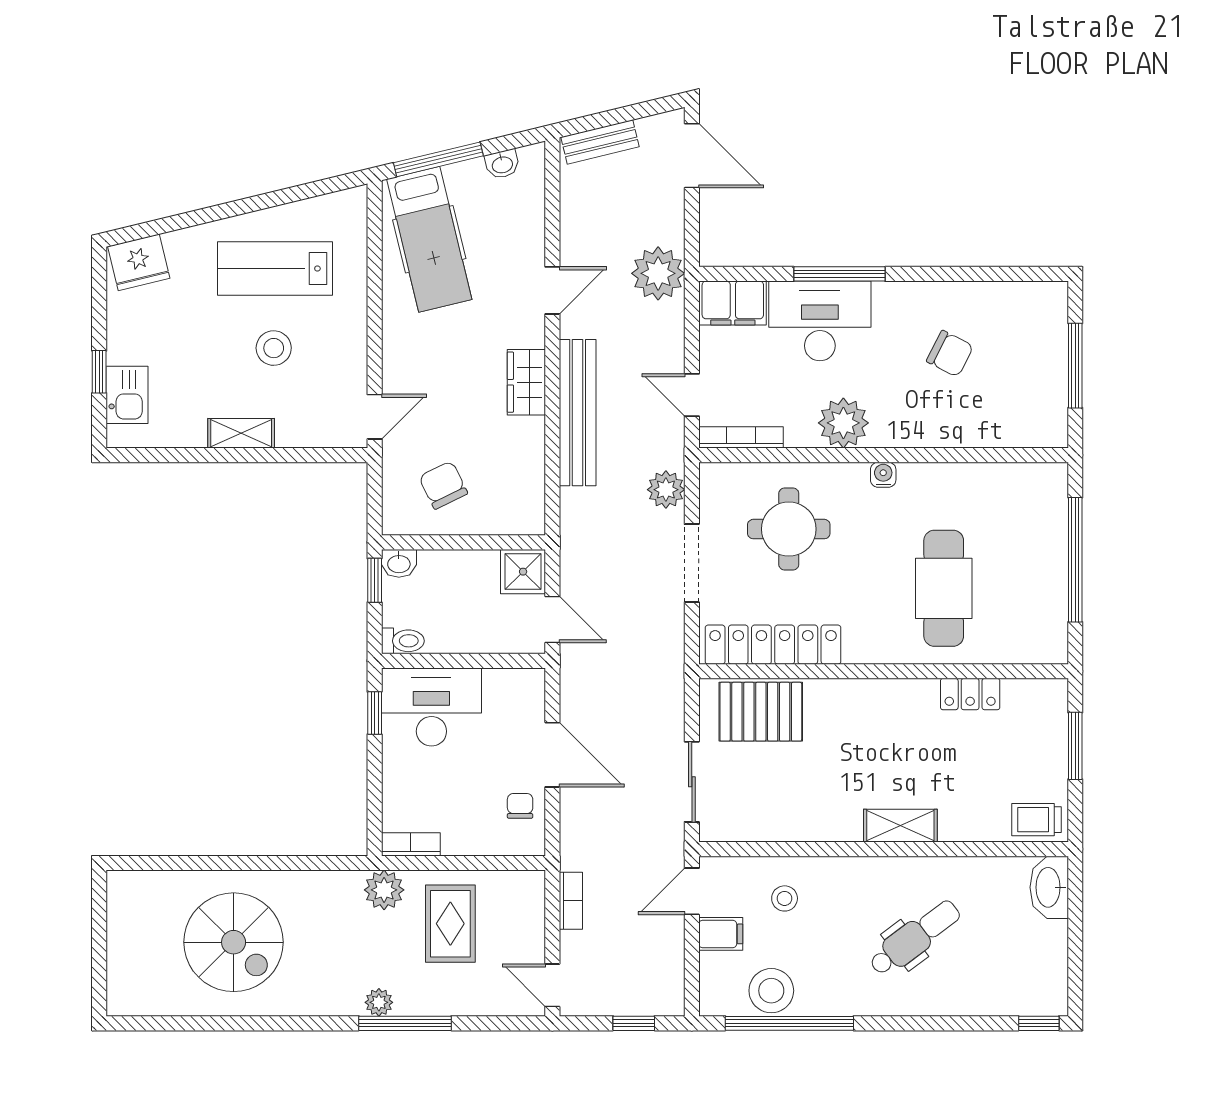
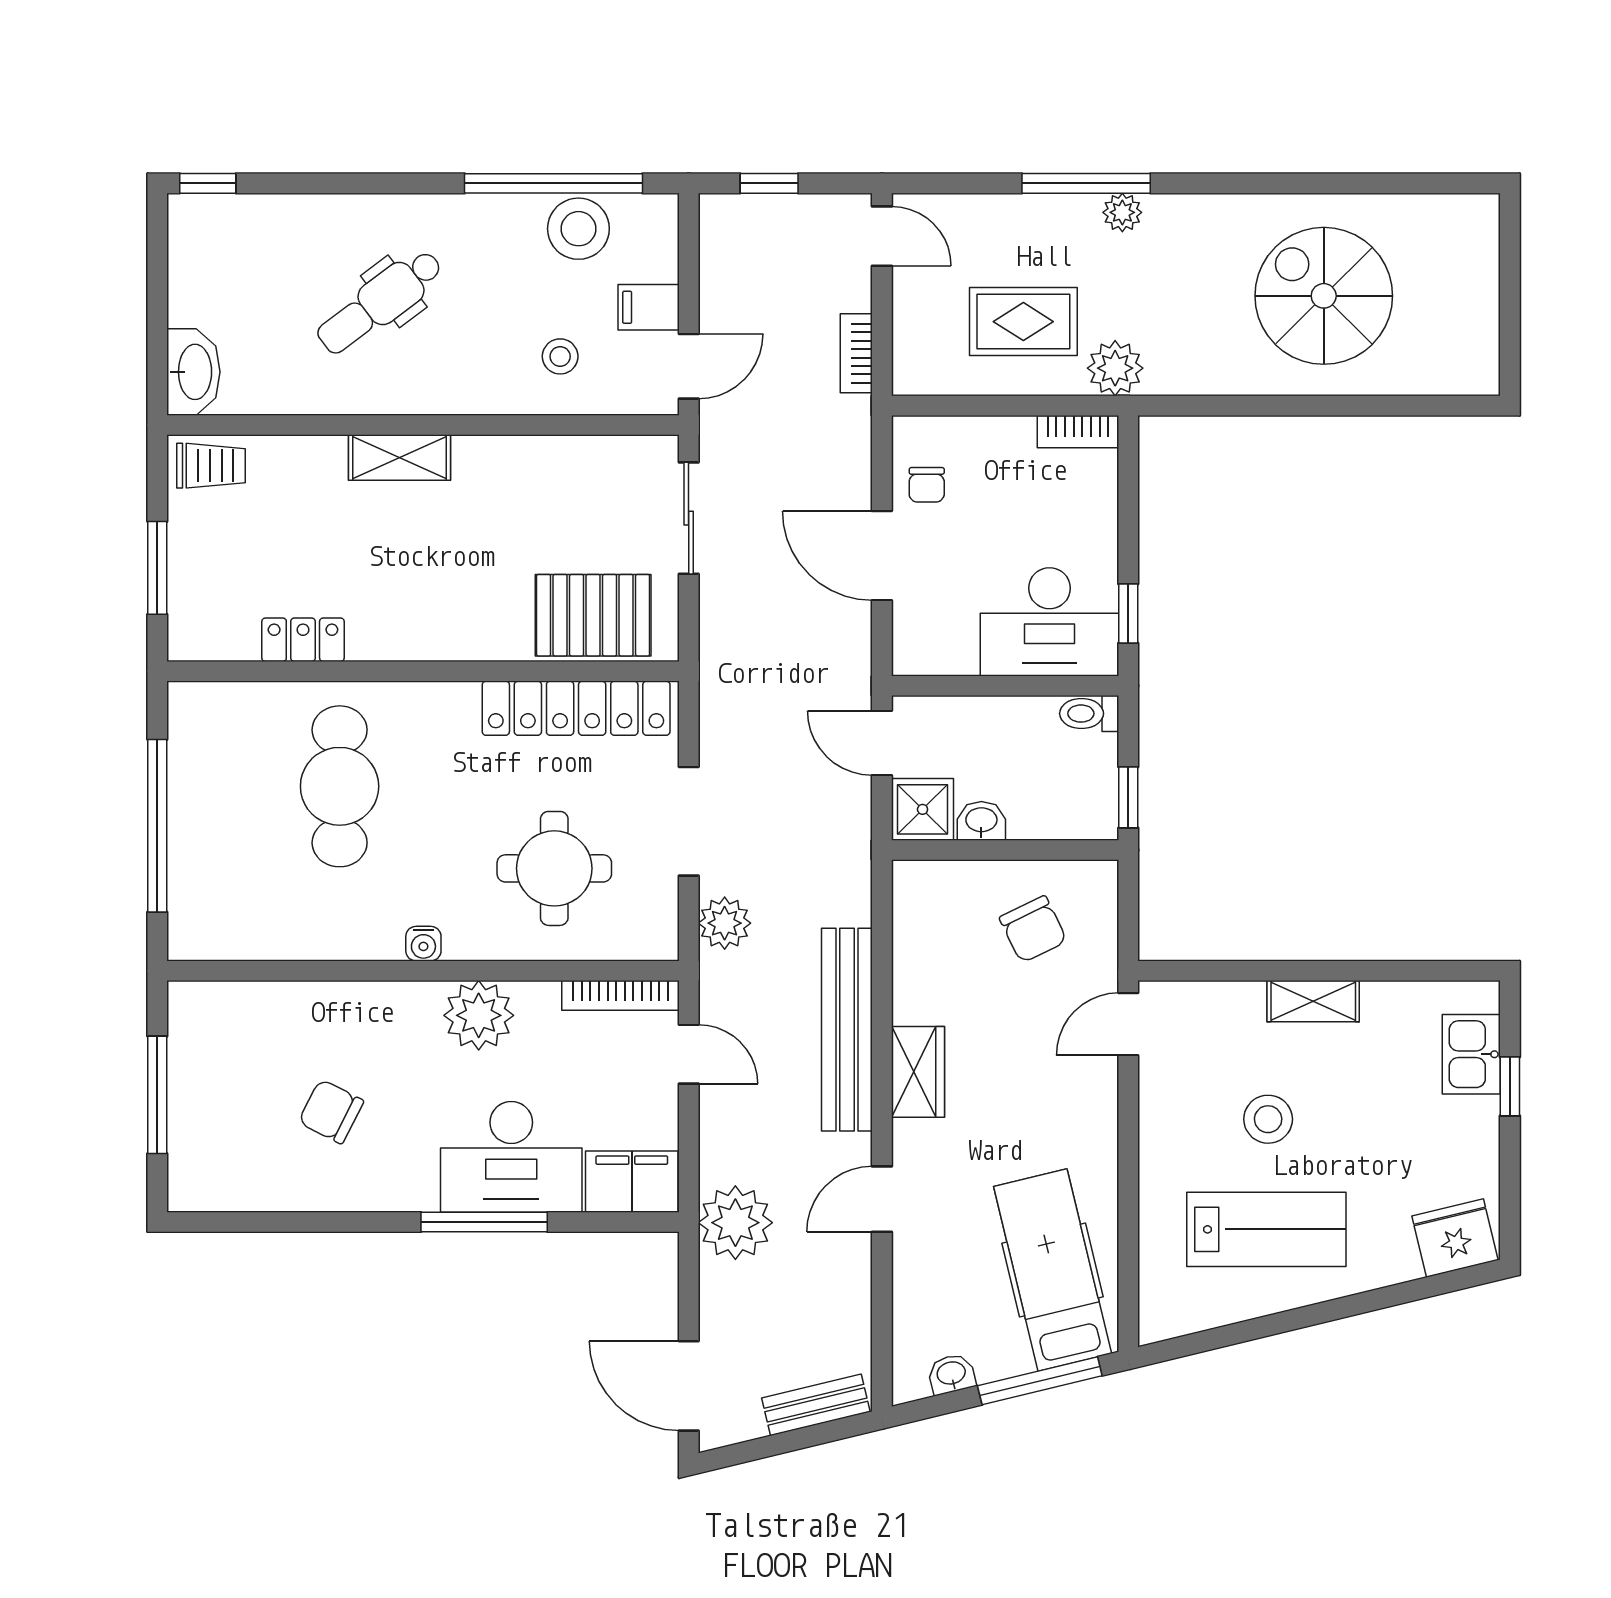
washbasin: (399, 563) -> (981, 821), moved
rug: (450, 924) -> (1023, 322), turned 90

